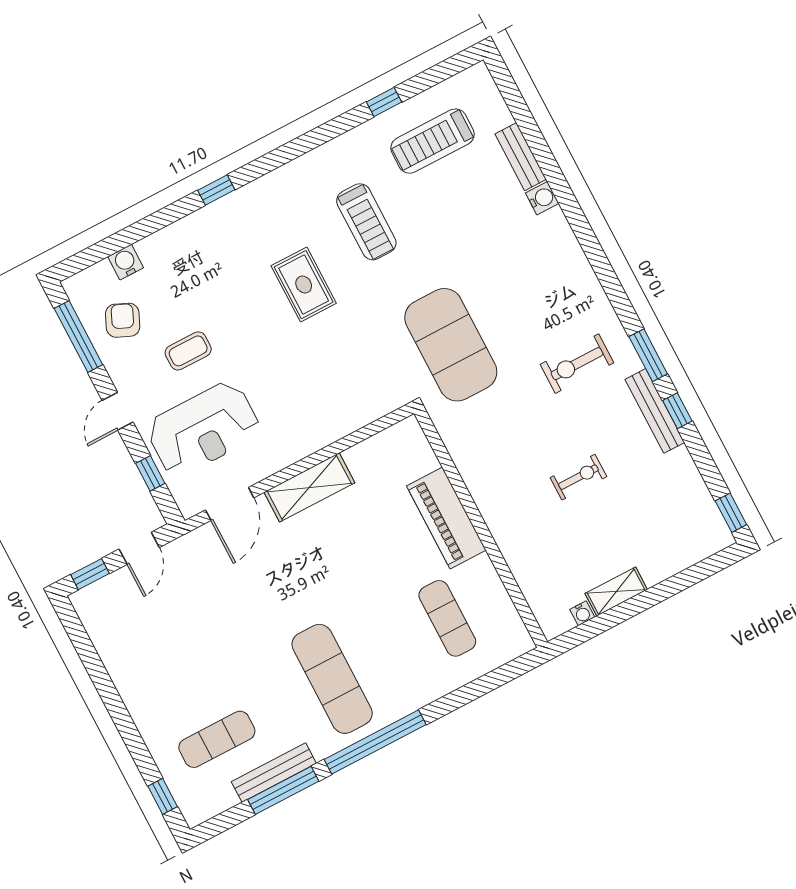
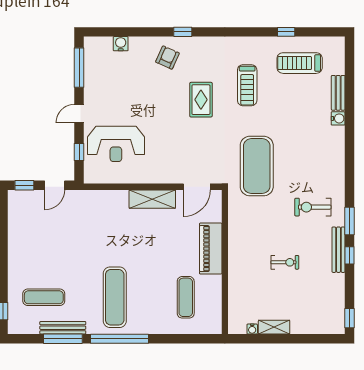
armchair: (123, 320) -> (167, 58), moved
coffee table: (188, 351) -> (128, 102), removed
door: (230, 504) -> (197, 187), moved

